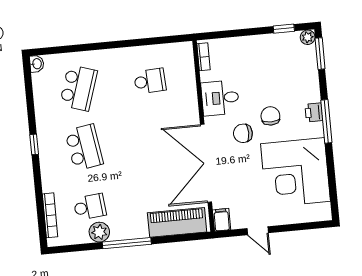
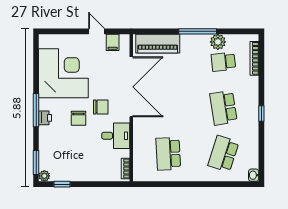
school desk: (150, 81) -> (168, 154), width x1.85
filing cabinet: (222, 220) -> (113, 42), moved

